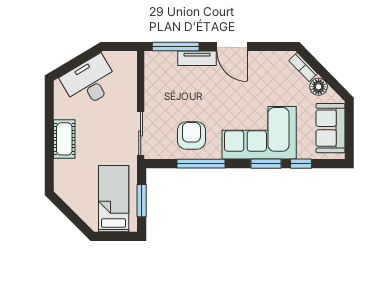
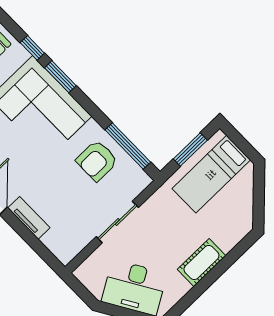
window: (176, 47) -> (36, 245), removed
sliding door: (141, 133) -> (117, 222), moved
window: (201, 164) -> (128, 146), moved

